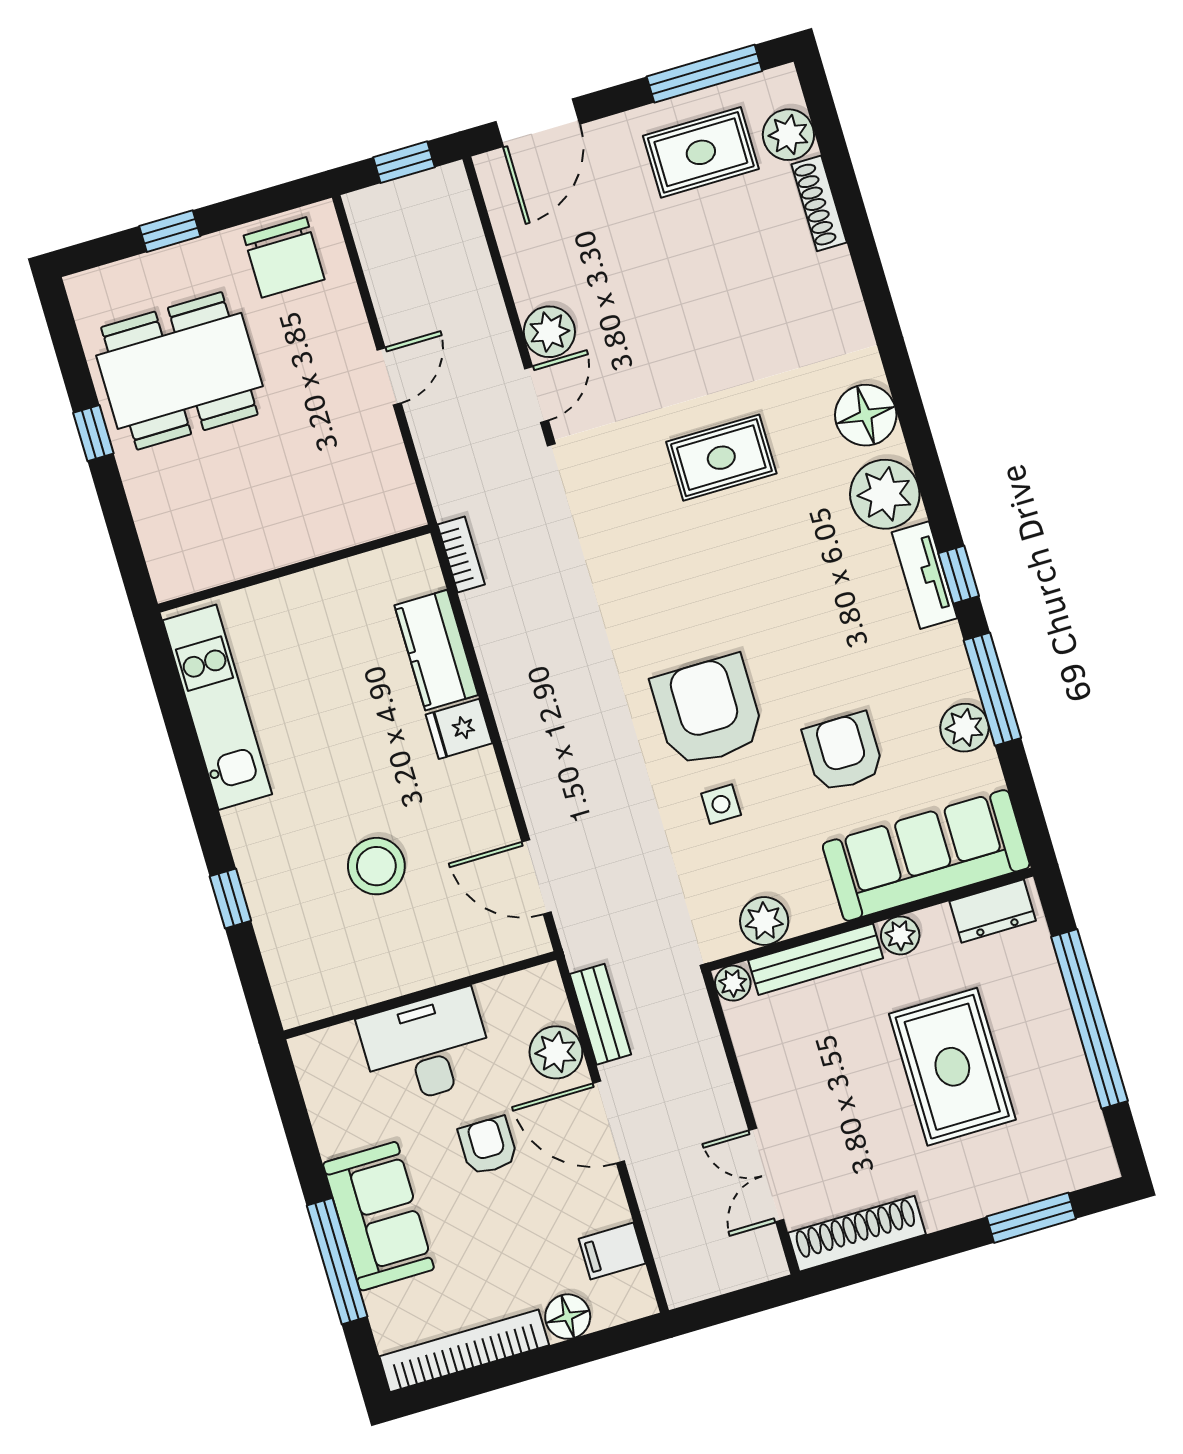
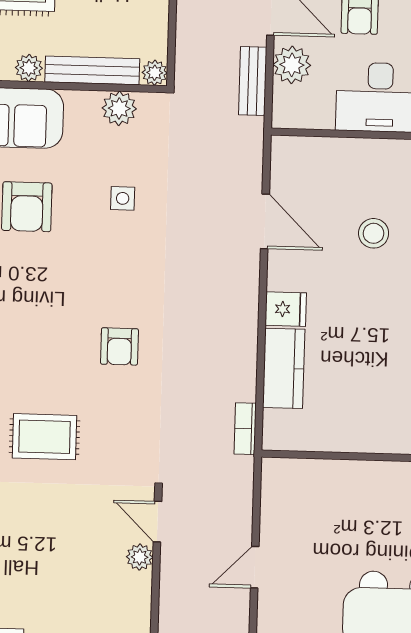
plant: (549, 332) -> (140, 557), width x0.73, depth x0.73
door: (536, 394) -> (157, 522), hinge flipped
armchair: (708, 711) -> (119, 346), moved, width x0.53, depth x0.53
stool: (376, 866) -> (374, 233), width x0.73, depth x0.73
door: (536, 877) -> (265, 221), moved

